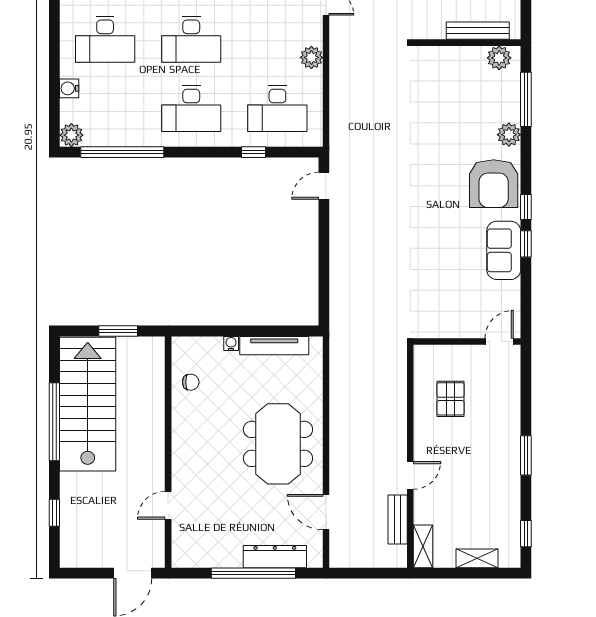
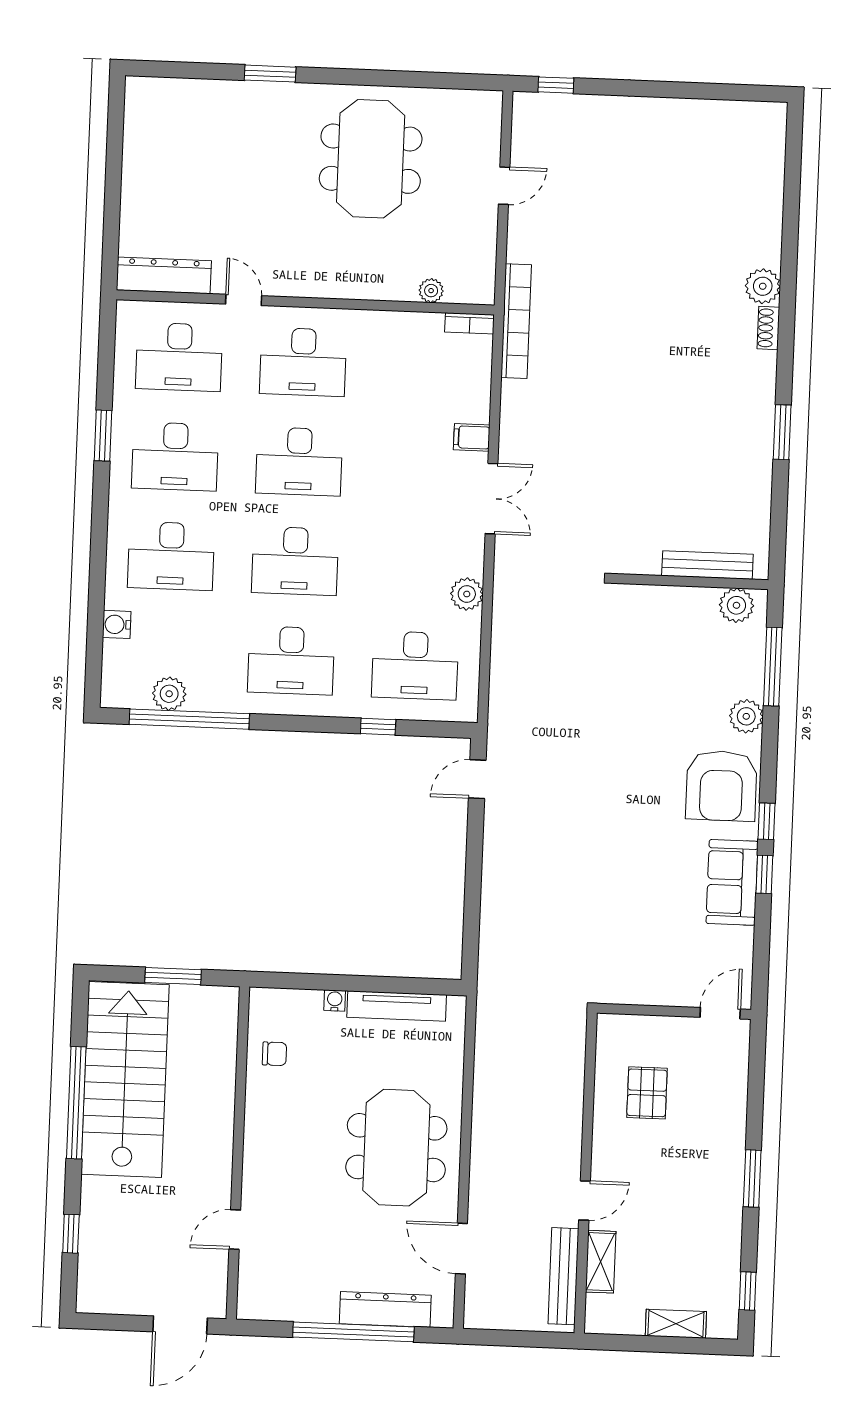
plant: (71, 135) -> (169, 694), moved
bench: (398, 520) -> (563, 1276), width x1.36
shelving: (423, 546) -> (601, 1262), moved

